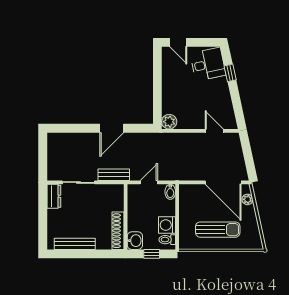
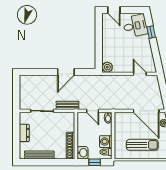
door: (149, 182) -> (93, 111), swing flipped
dresser: (54, 196) -> (24, 133), moved

